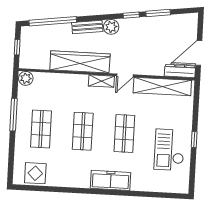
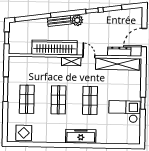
dresser: (180, 71) -> (119, 52), moved
door: (125, 75) -> (89, 56), swing flipped
plant: (26, 78) -> (14, 61), removed
checkout: (169, 150) -> (124, 112), turned 90

